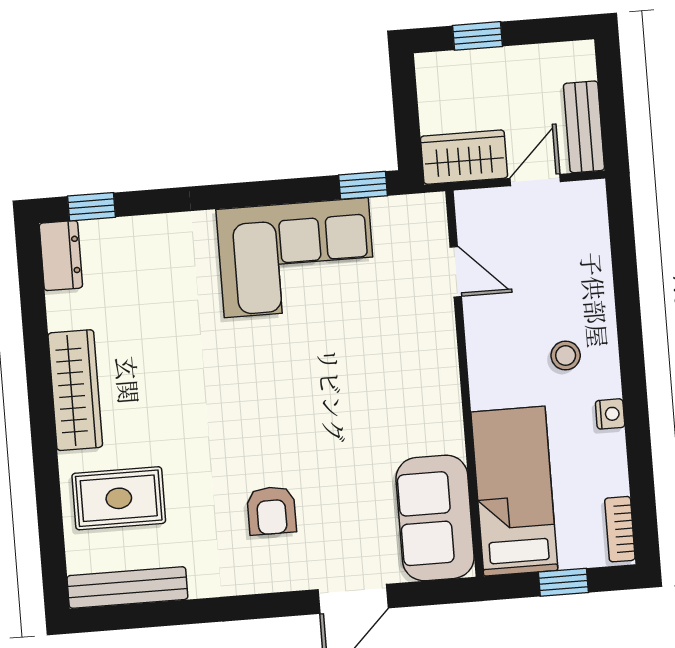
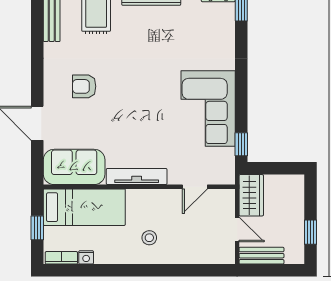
window: (478, 36) -> (311, 232), moved
tv unit: (444, 391) -> (137, 176), added
nightstand: (610, 414) -> (86, 257), moved

